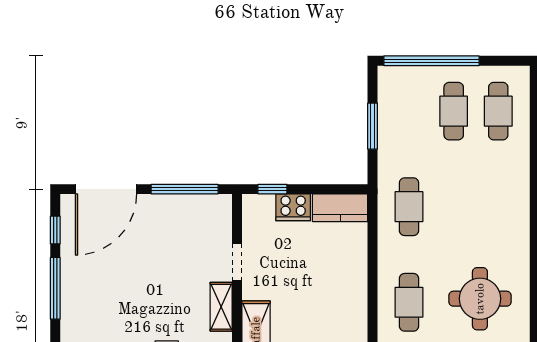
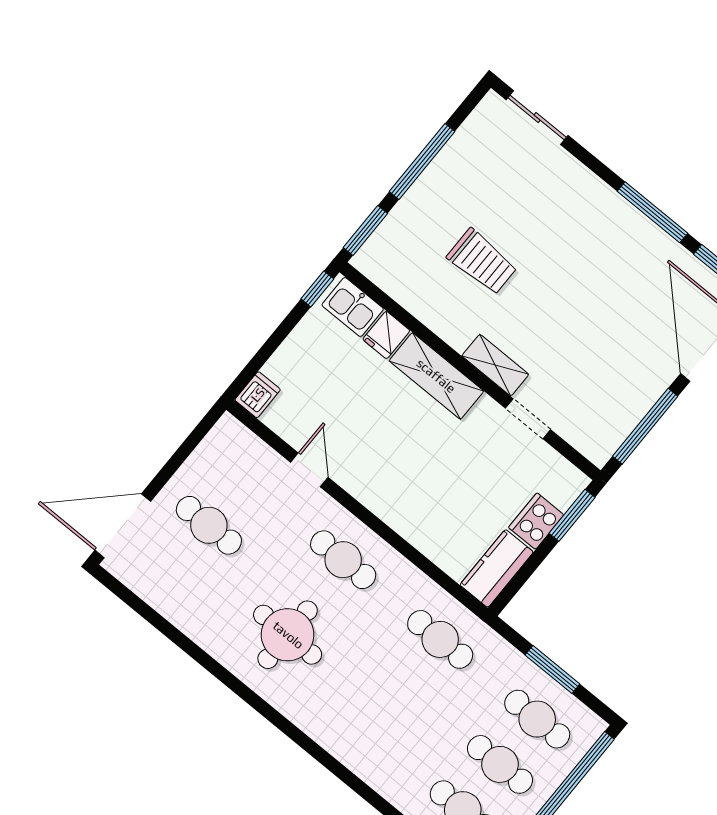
cafe table: (409, 111) -> (537, 719), added
window: (272, 189) -> (572, 515), width x1.50

